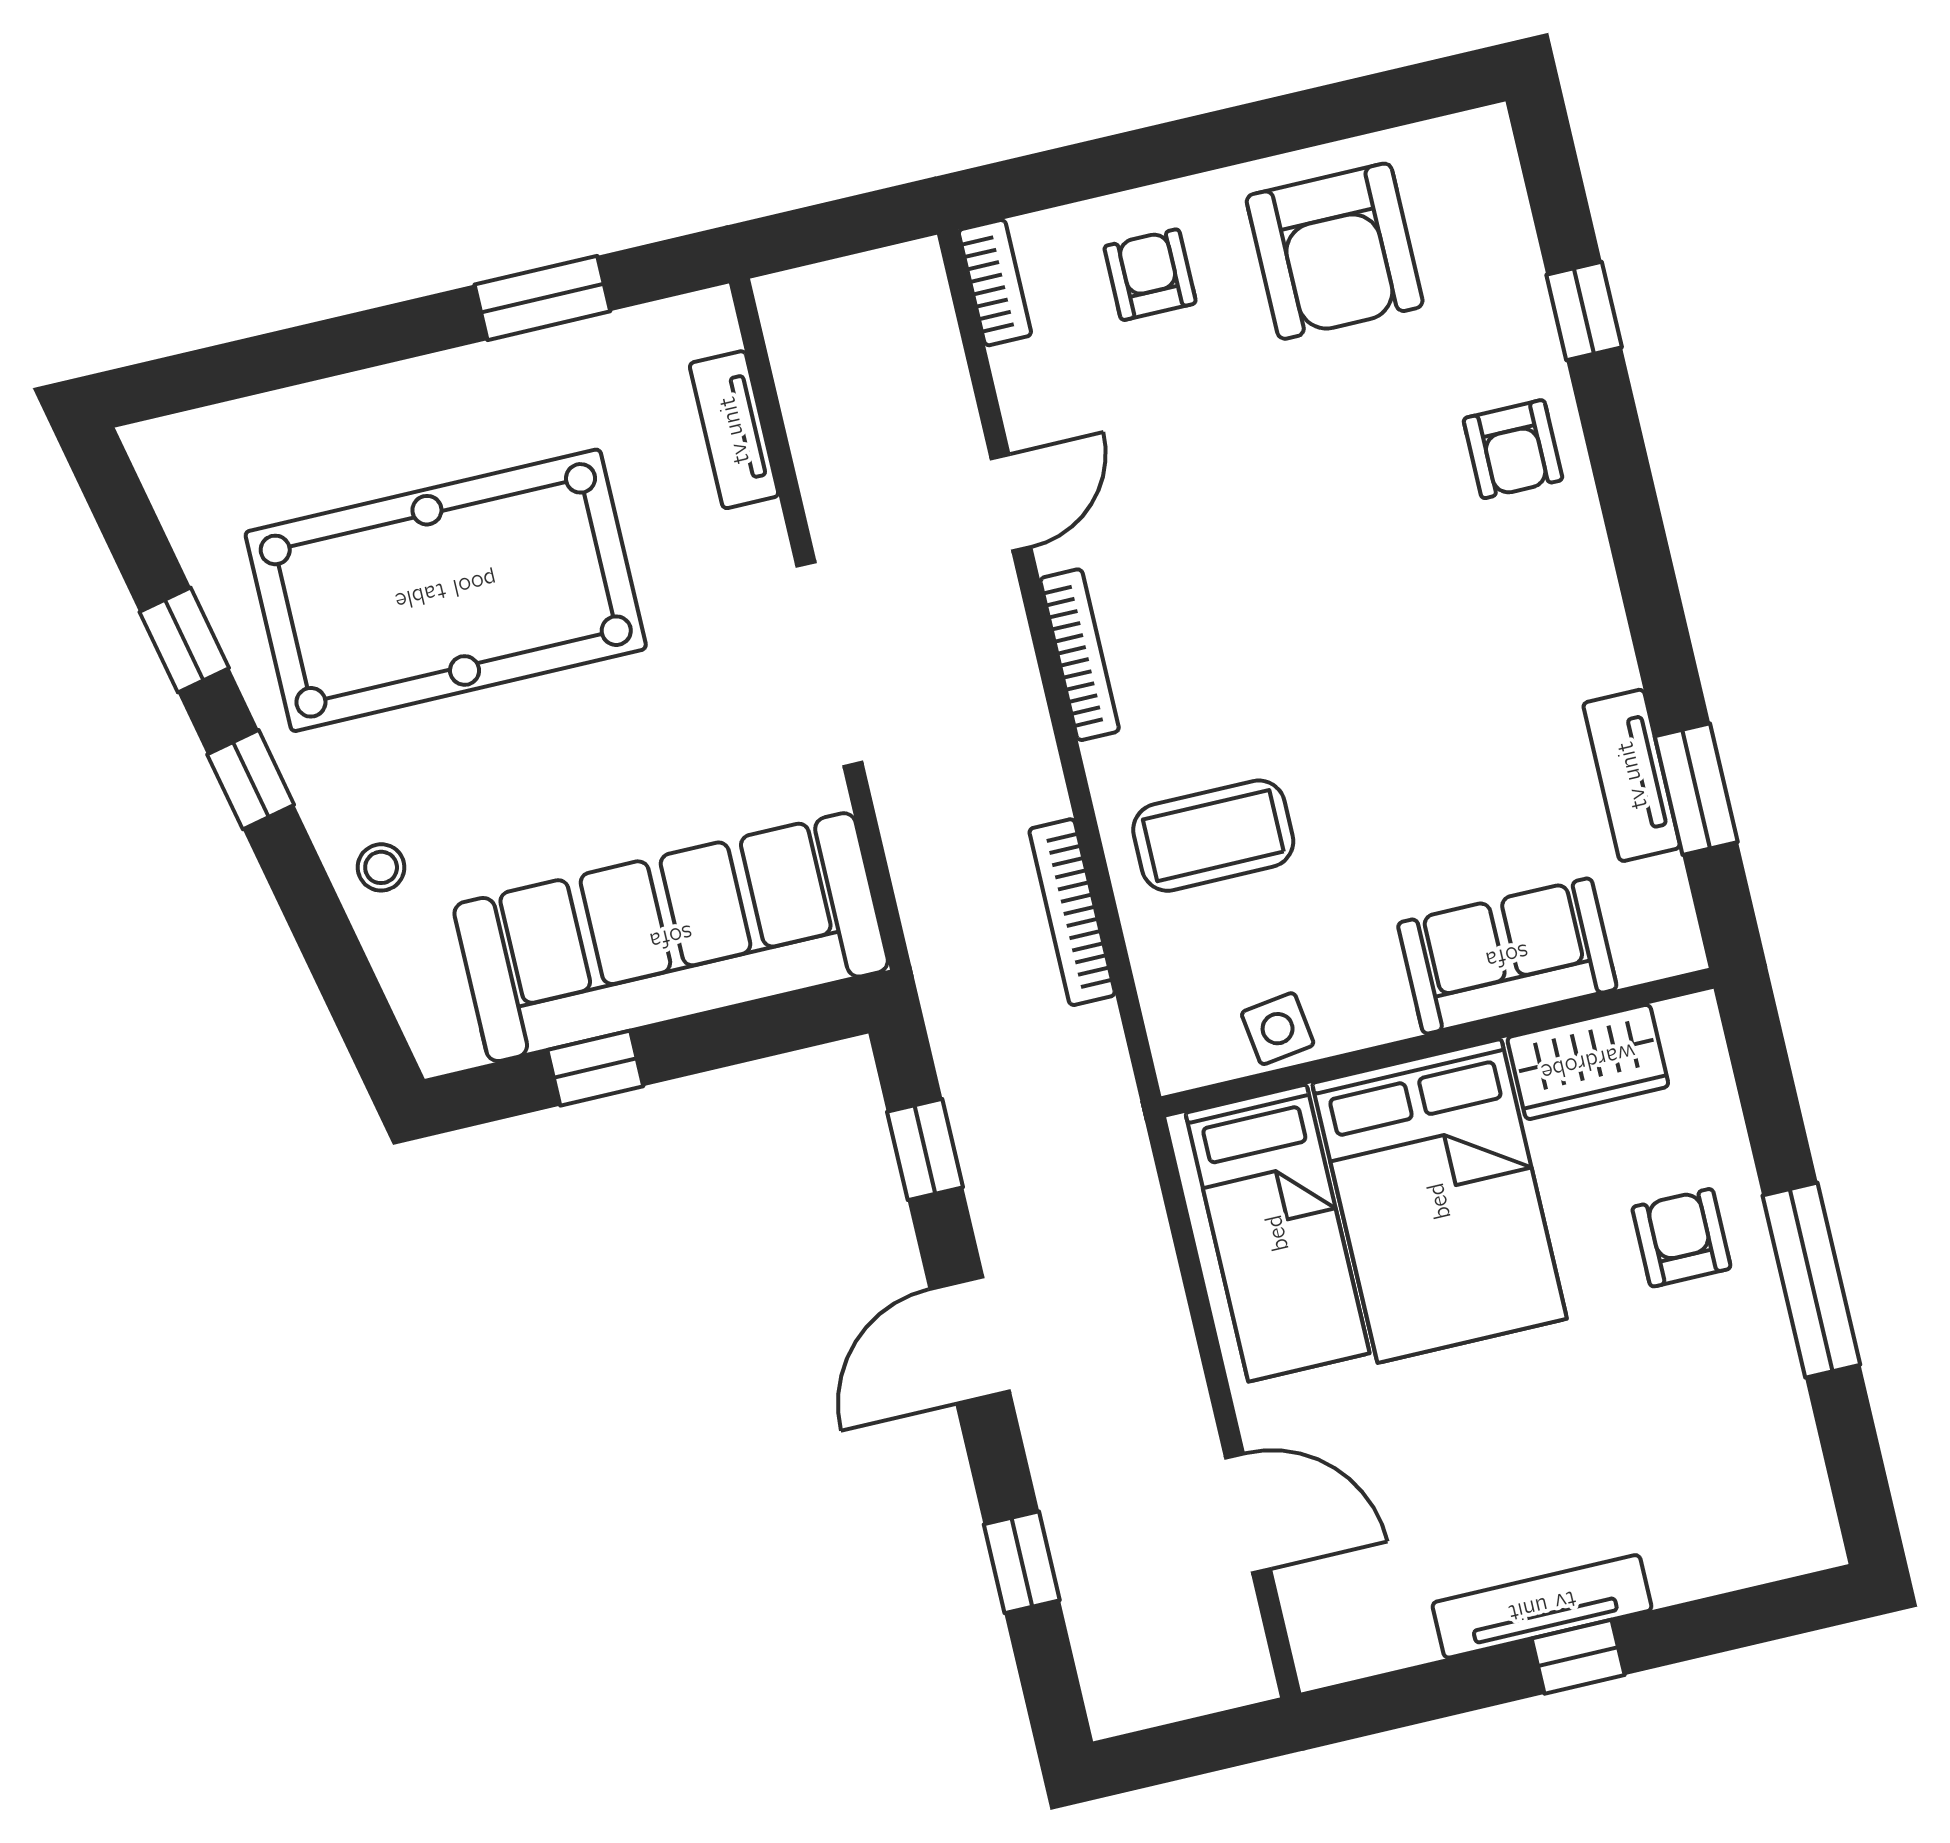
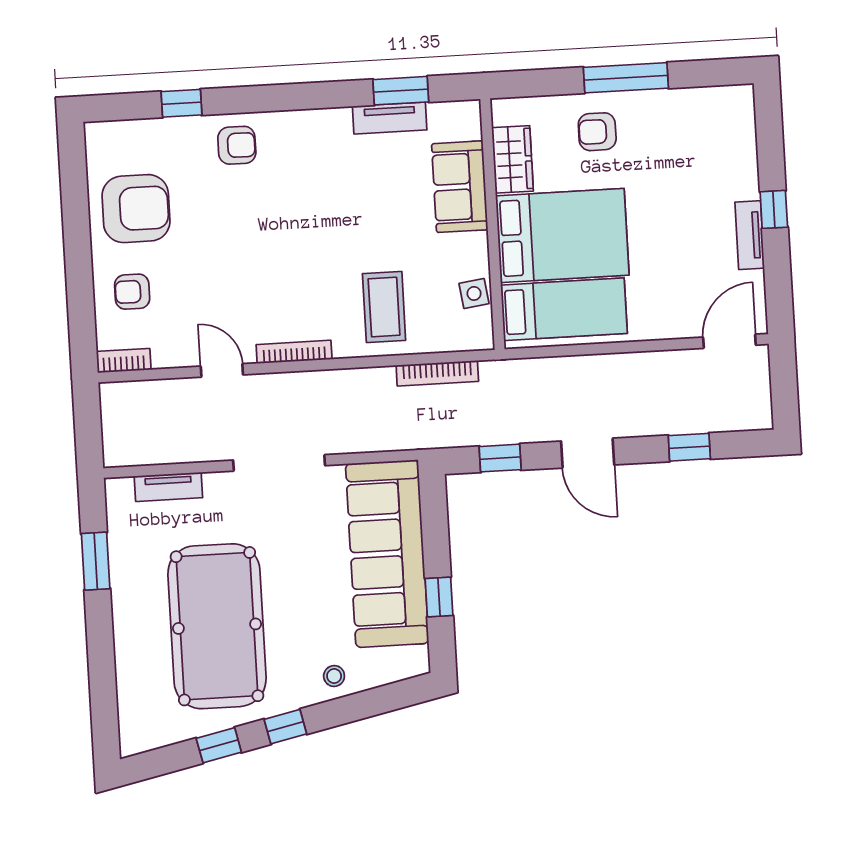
bookcase: (1072, 912) -> (437, 373), moved
door: (1248, 1513) -> (729, 341), moved
tv unit: (1542, 1606) -> (750, 235), width x0.71

